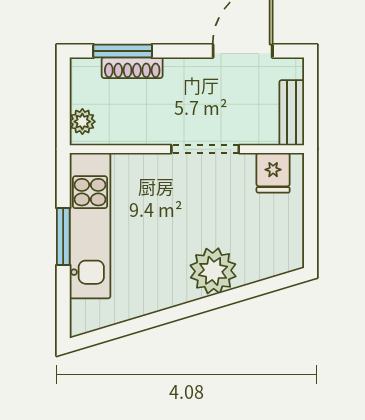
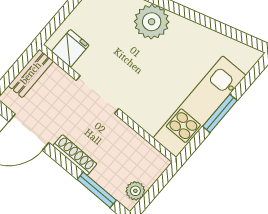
shoe rack: (132, 68) -> (75, 155), moved
plant: (82, 122) -> (135, 191), moved

